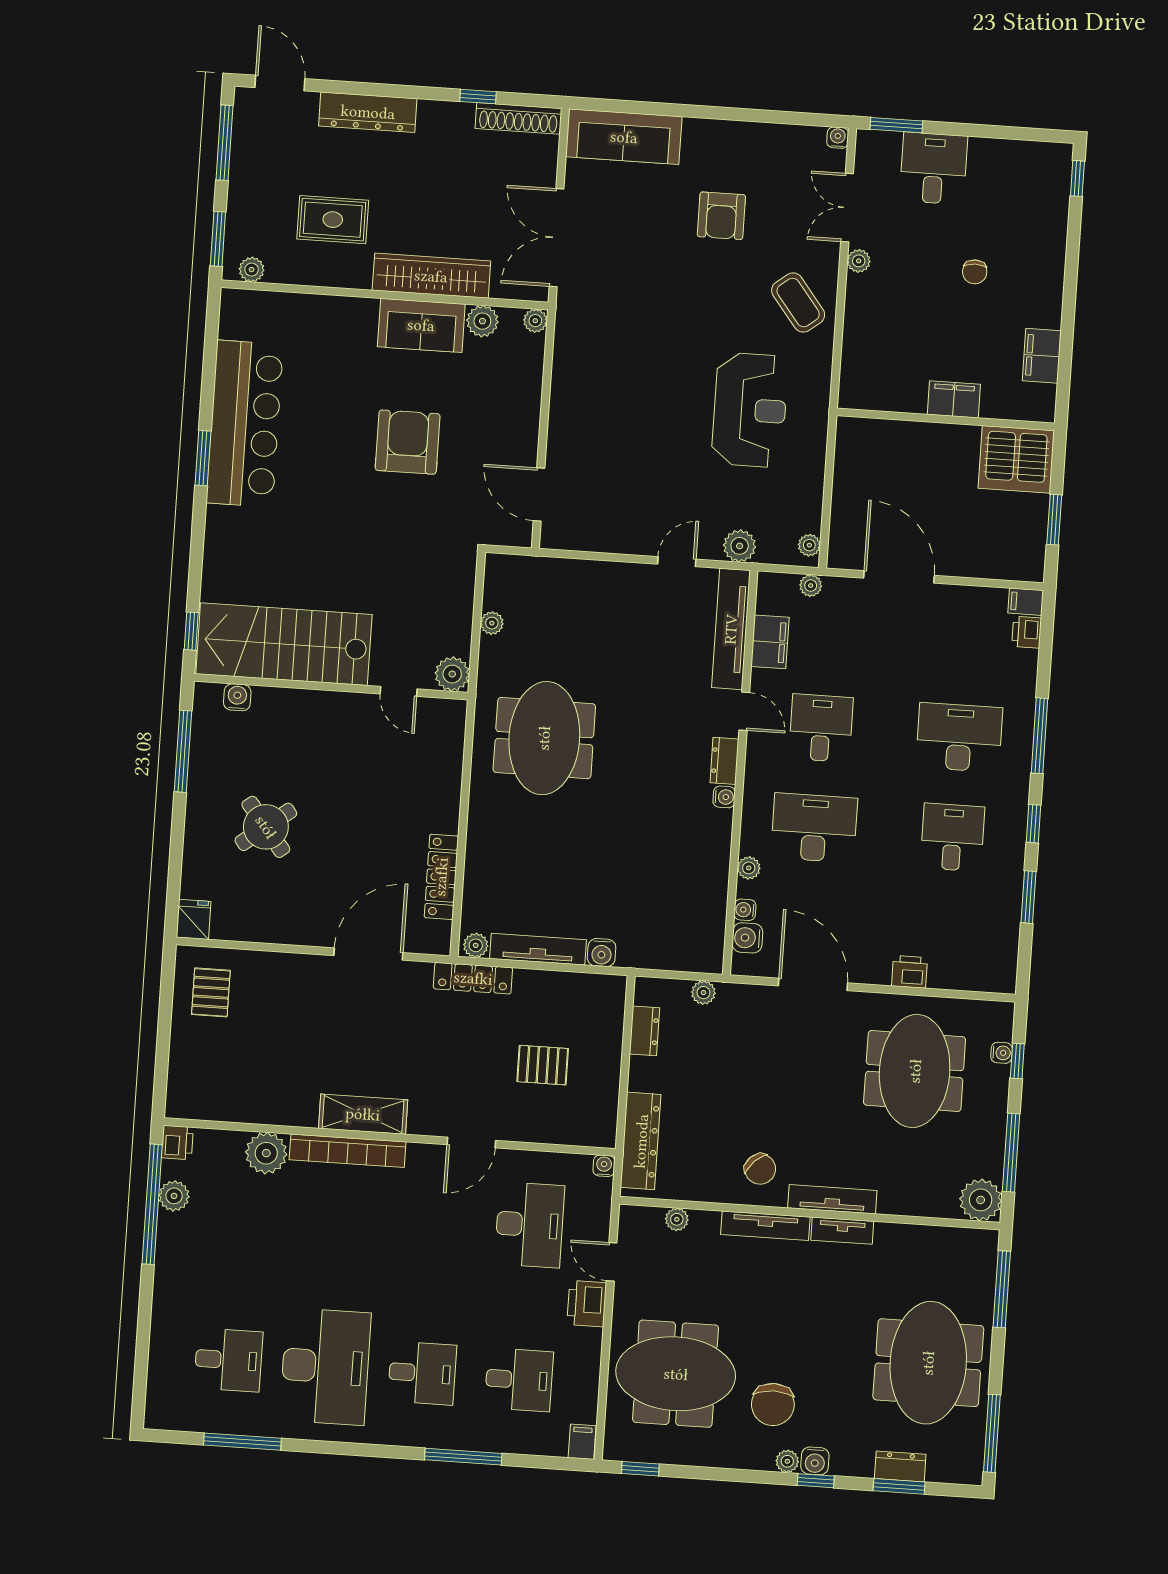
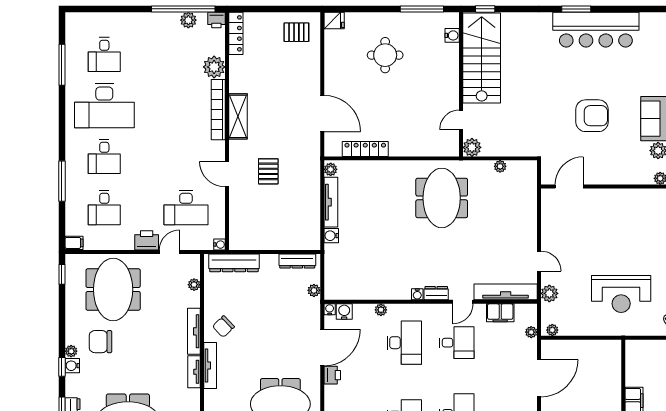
meeting table: (544, 738) -> (442, 198), turned 90
round table: (266, 827) -> (385, 55), turned 38
water cooler: (745, 910) -> (330, 309), moved
printer: (910, 972) -> (332, 375), moved
locker: (473, 978) -> (236, 33), moved, turned 180
dresser: (645, 1031) -> (297, 261), width x1.44
pallet: (543, 1065) -> (268, 171), moved

